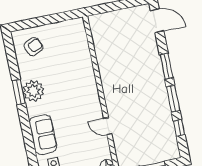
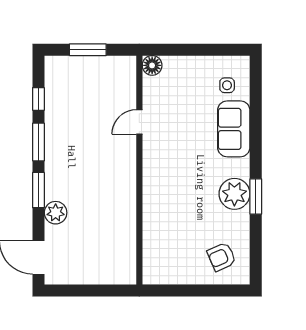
plant: (152, 53) -> (56, 213), added
door: (108, 126) -> (139, 122), swing flipped

